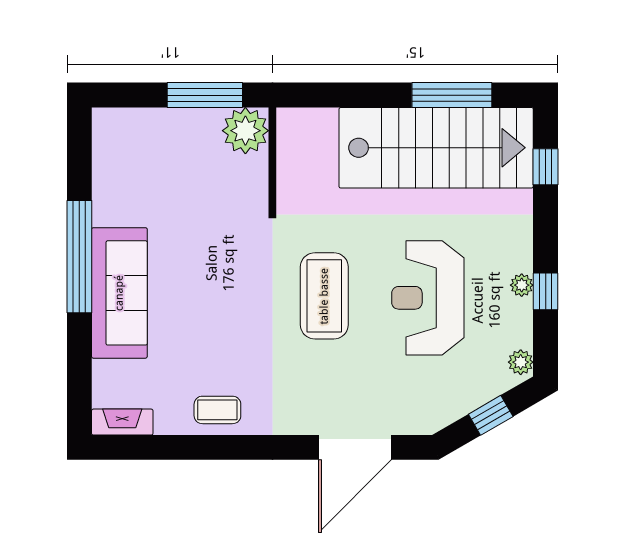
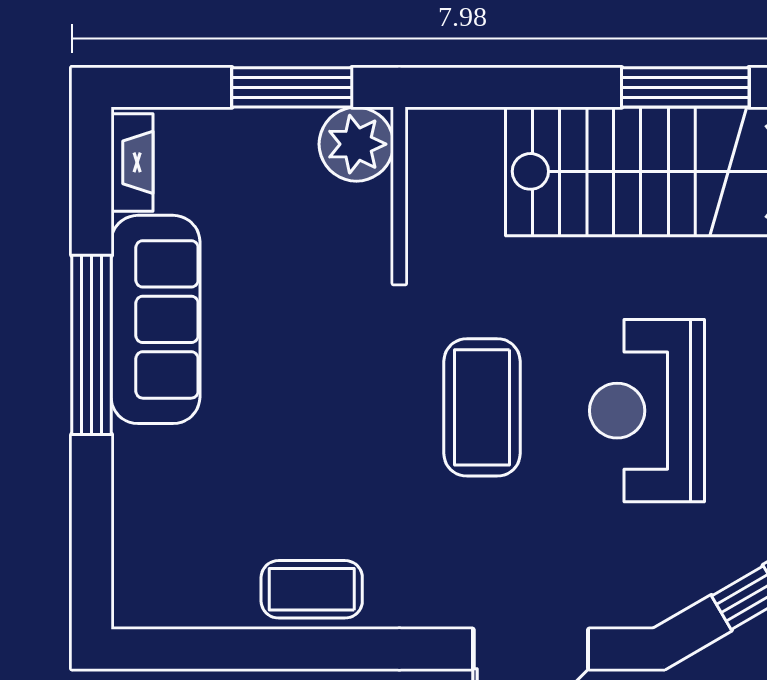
sofa: (119, 293) -> (155, 319), moved
coffee table: (217, 410) -> (312, 589), width x1.36, depth x1.30
fireplace: (122, 422) -> (132, 162), moved, turned 90

